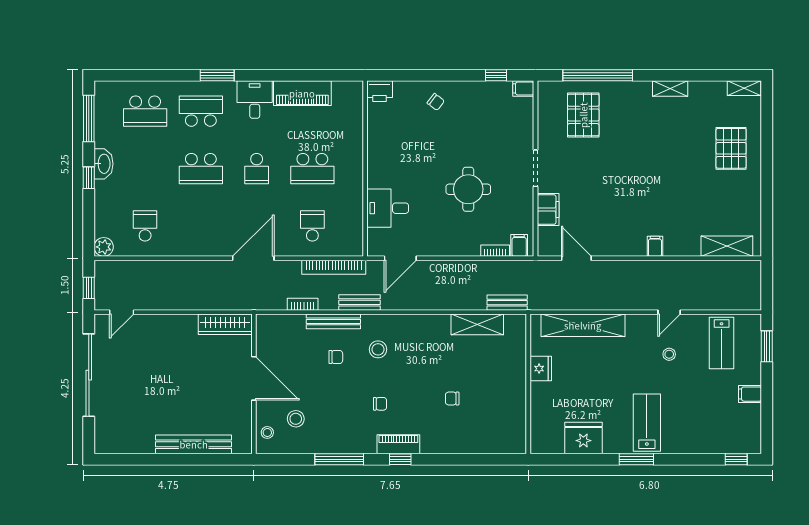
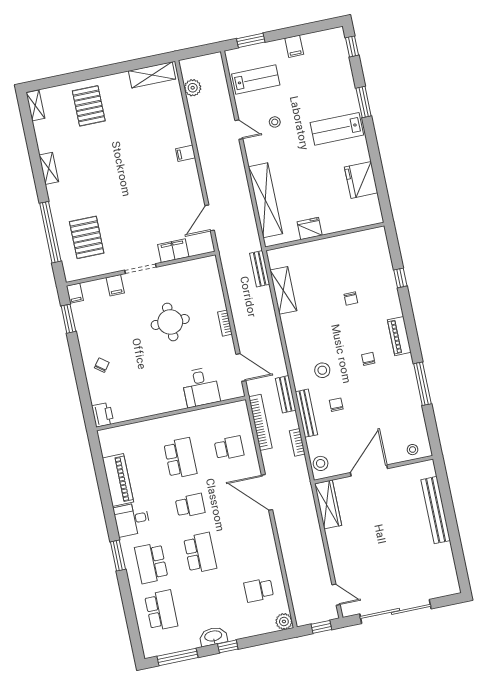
window: (496, 75) -> (68, 319), width x1.50
pallet: (583, 115) -> (87, 237), turned 90
pallet: (731, 148) -> (89, 106), turned 90
school desk: (312, 226) -> (229, 448), turned 180
filing cabinet: (519, 245) -> (115, 285), moved, turned -90
shelving: (727, 246) -> (152, 75), moved, turned 90
bookcase: (495, 251) -> (225, 323), moved
plant: (727, 270) -> (193, 88), added
stool: (296, 419) -> (321, 463), moved
window: (400, 459) -> (400, 278), moved
window: (636, 459) -> (364, 102), moved

